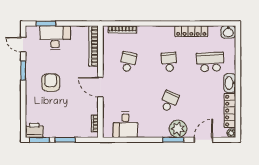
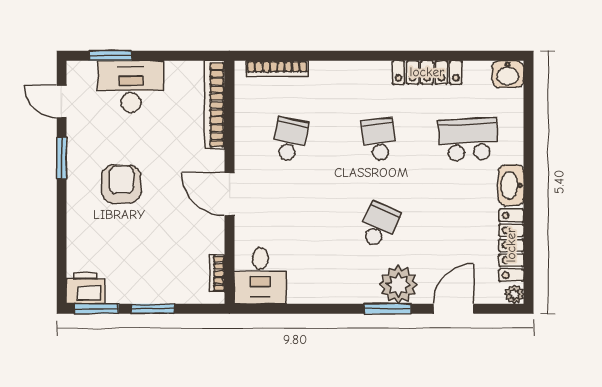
desk: (125, 125) -> (260, 276), moved

